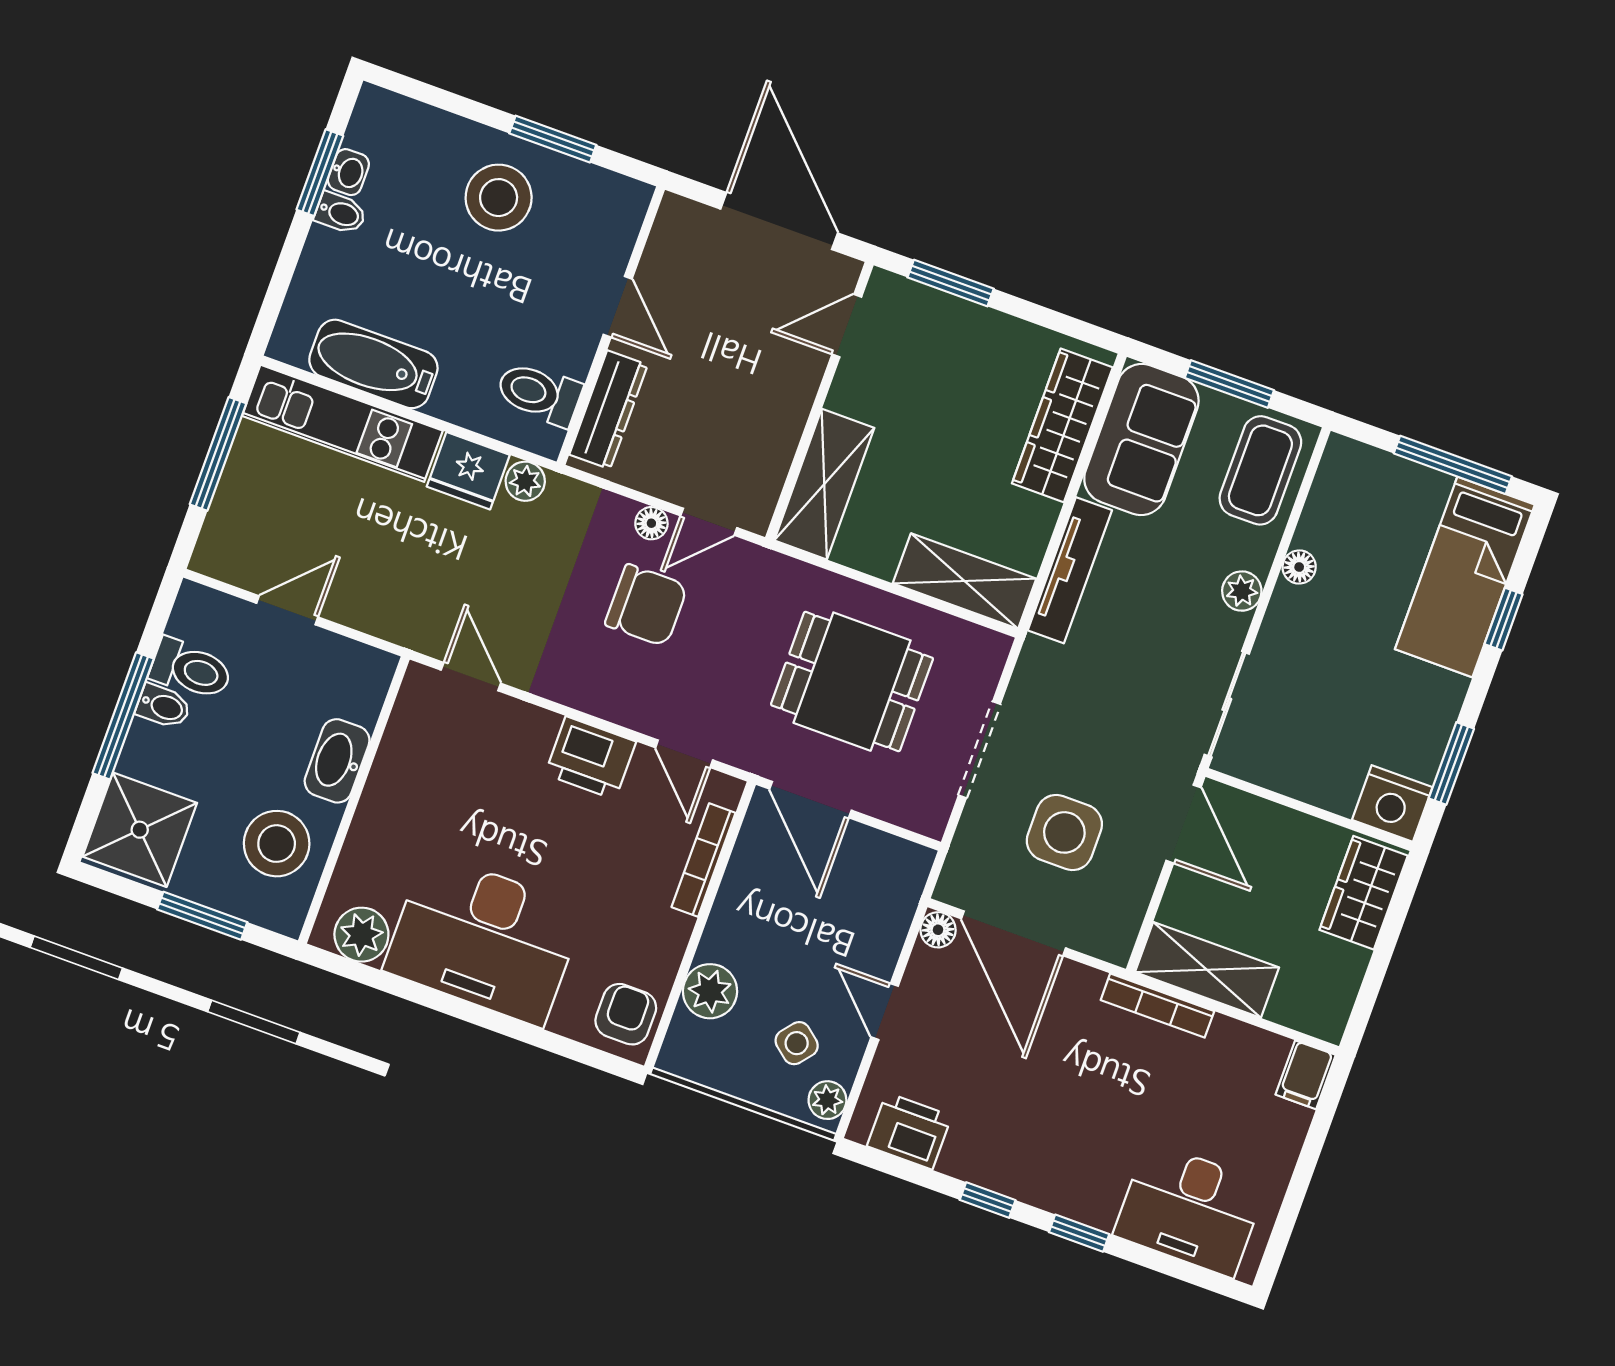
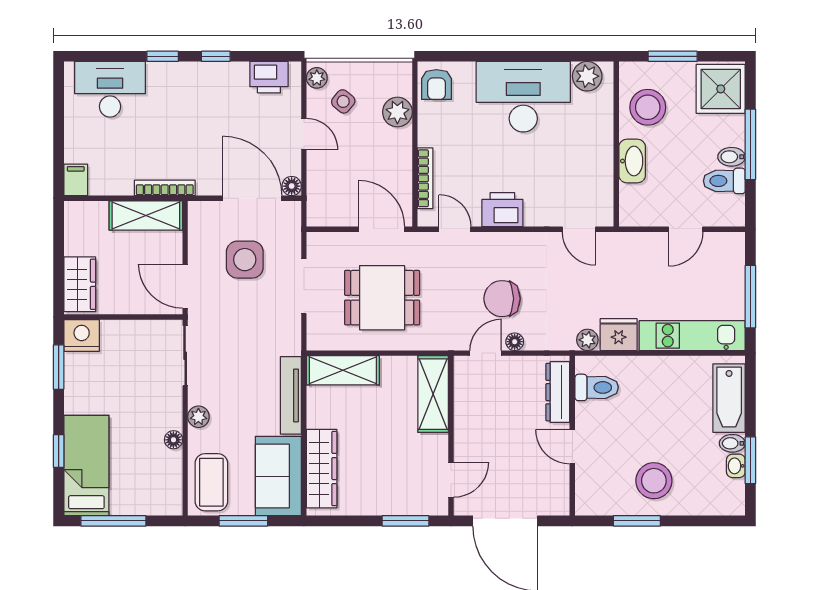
bathtub: (373, 364) -> (729, 398), moved, turned 90

